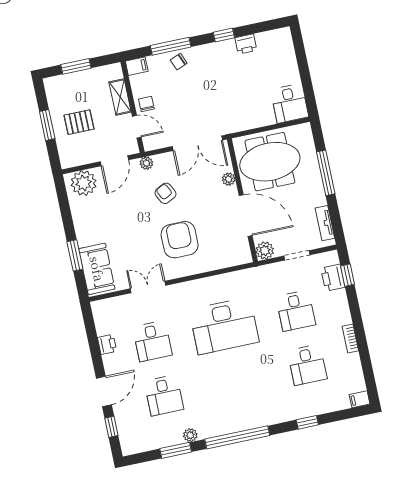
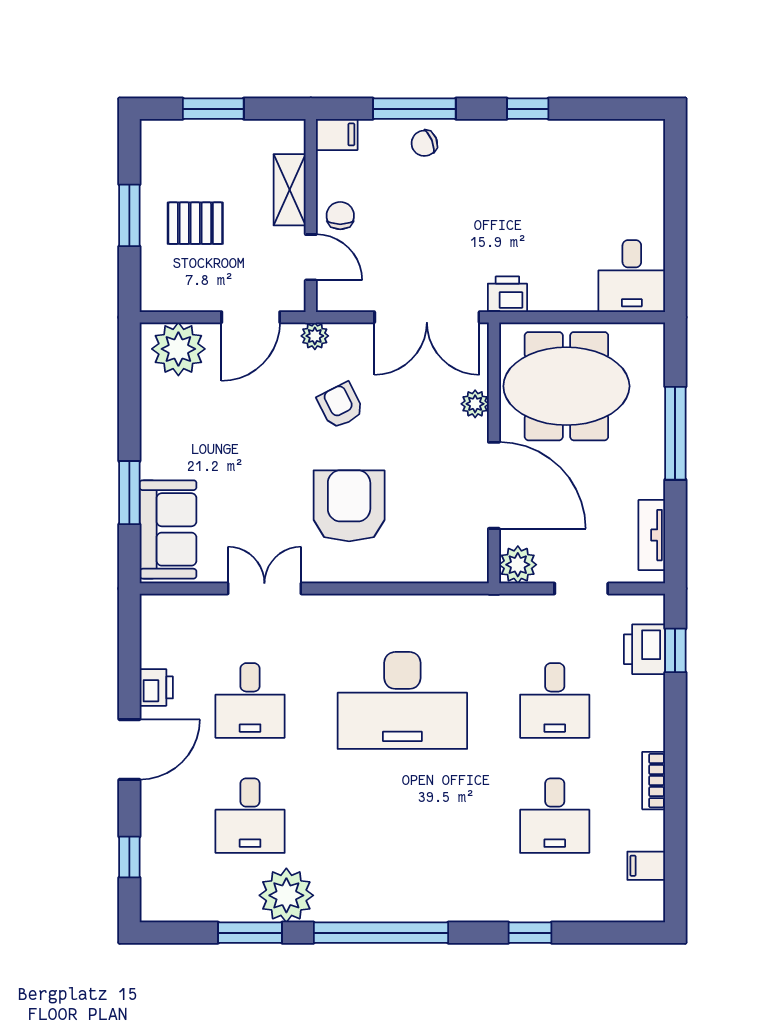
printer: (246, 44) -> (507, 294), moved, turned 180
door: (104, 391) -> (129, 750), moved
filing cabinet: (360, 399) -> (646, 866), moved
plant: (190, 435) -> (286, 895), width x1.87, depth x1.87

